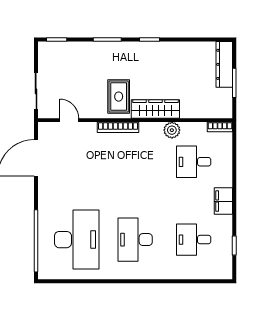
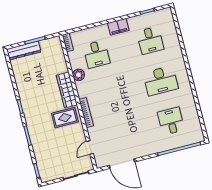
desk: (77, 240) -> (171, 121), width x0.53, depth x0.77

